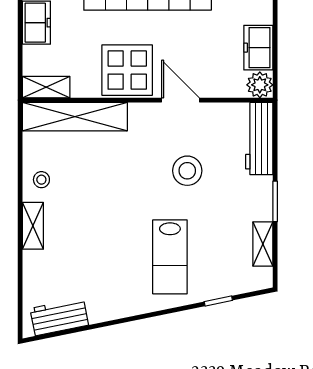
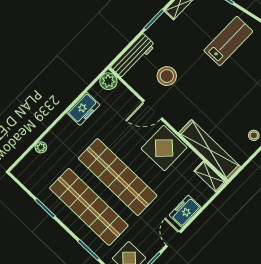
freezer: (258, 48) -> (83, 109), moved
door: (180, 100) -> (153, 110), hinge flipped
stool: (187, 171) -> (167, 76), moved

